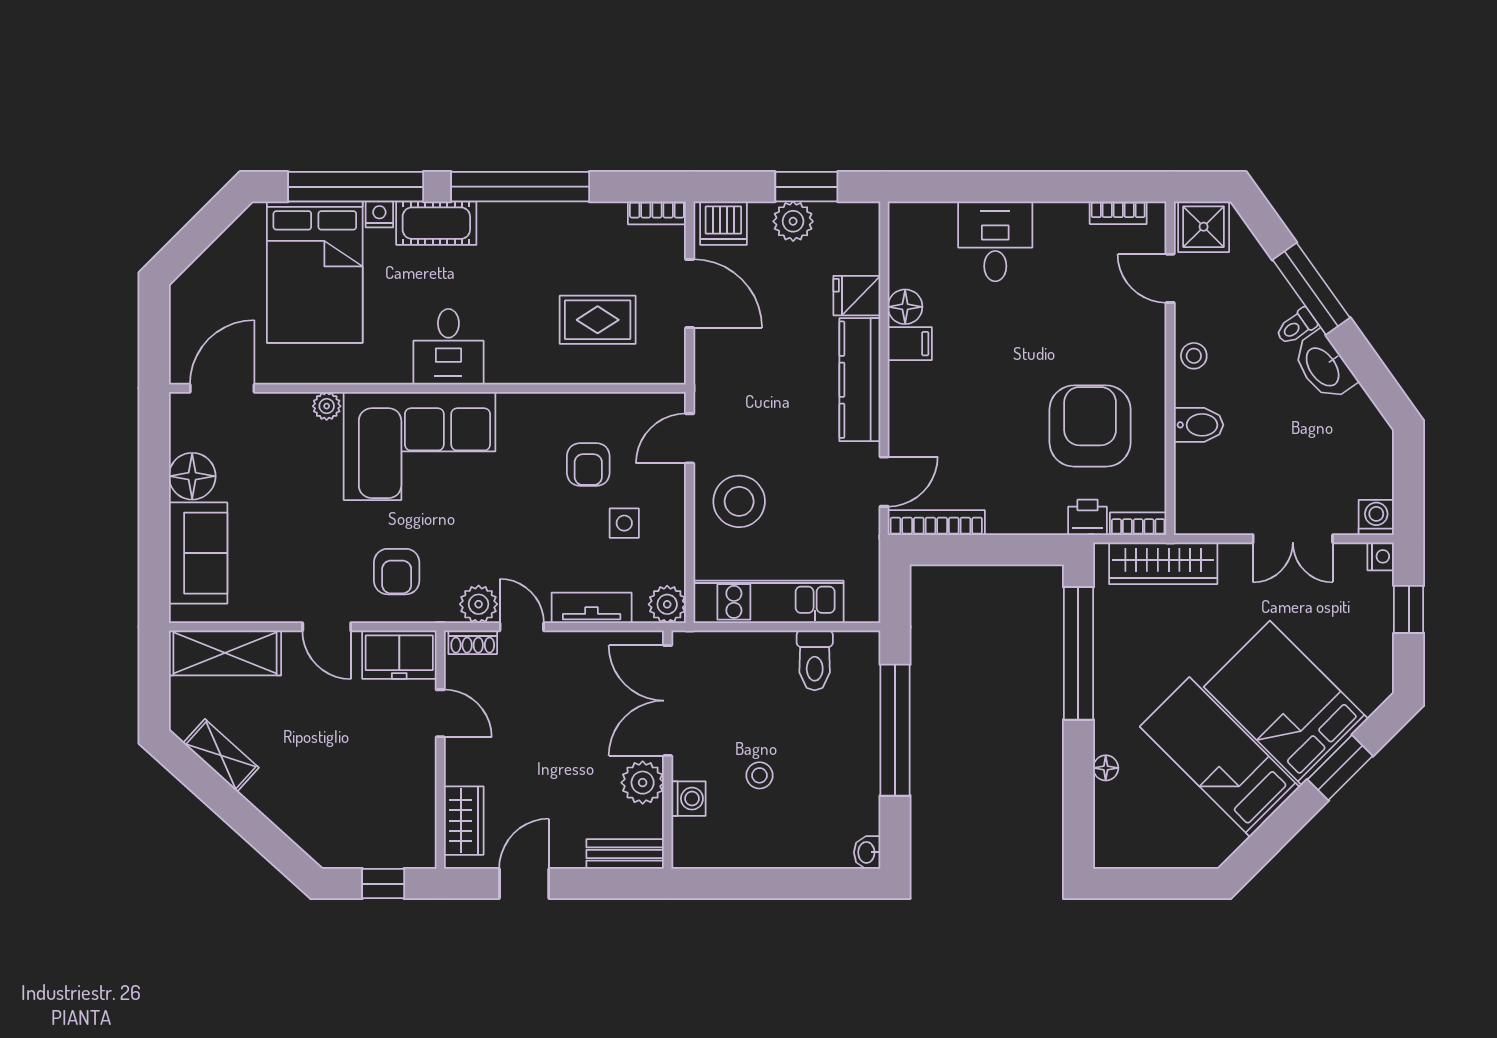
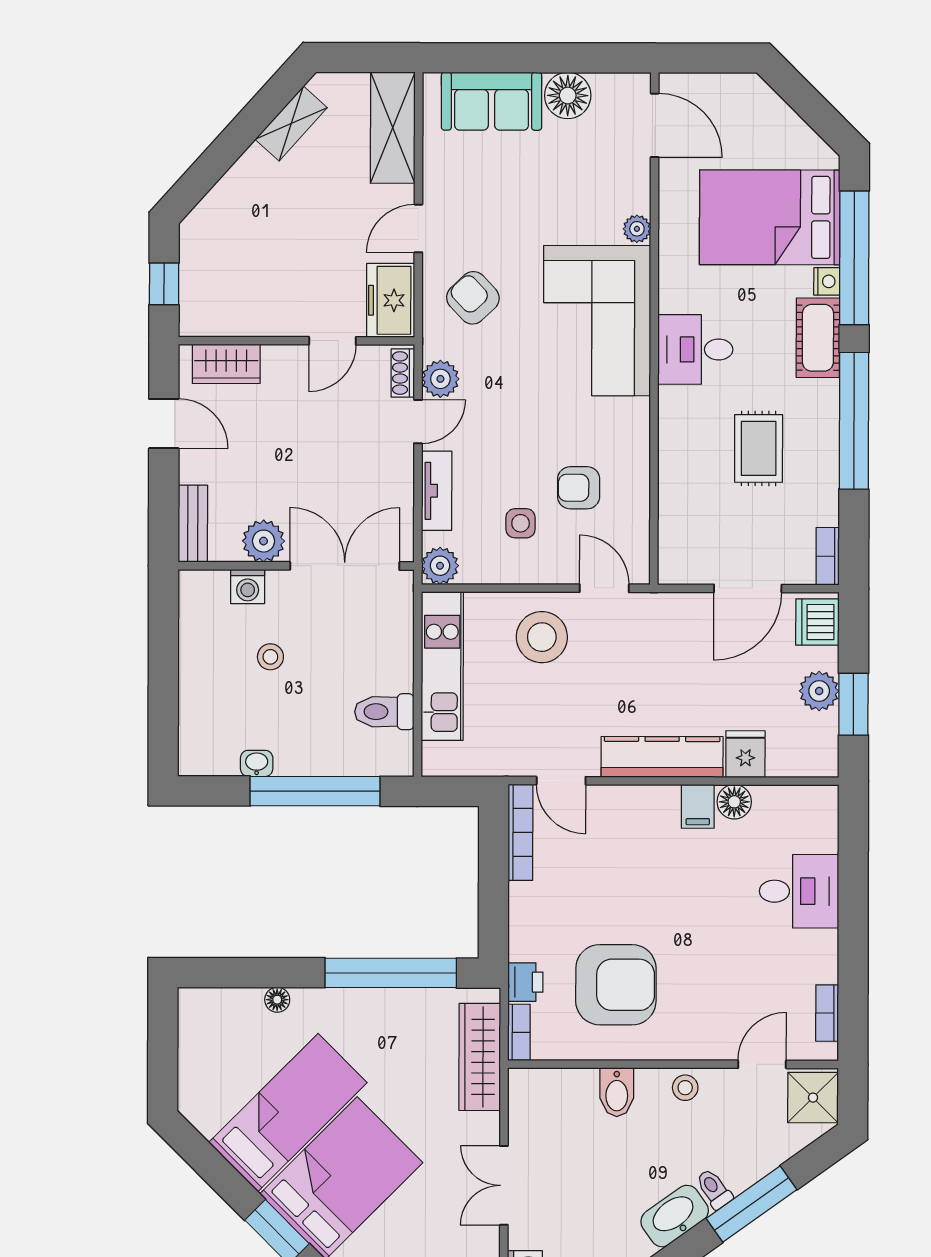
rug: (598, 320) -> (759, 448), moved
armchair: (397, 572) -> (473, 298), turned 47
washbasin: (867, 852) -> (257, 763), moved

